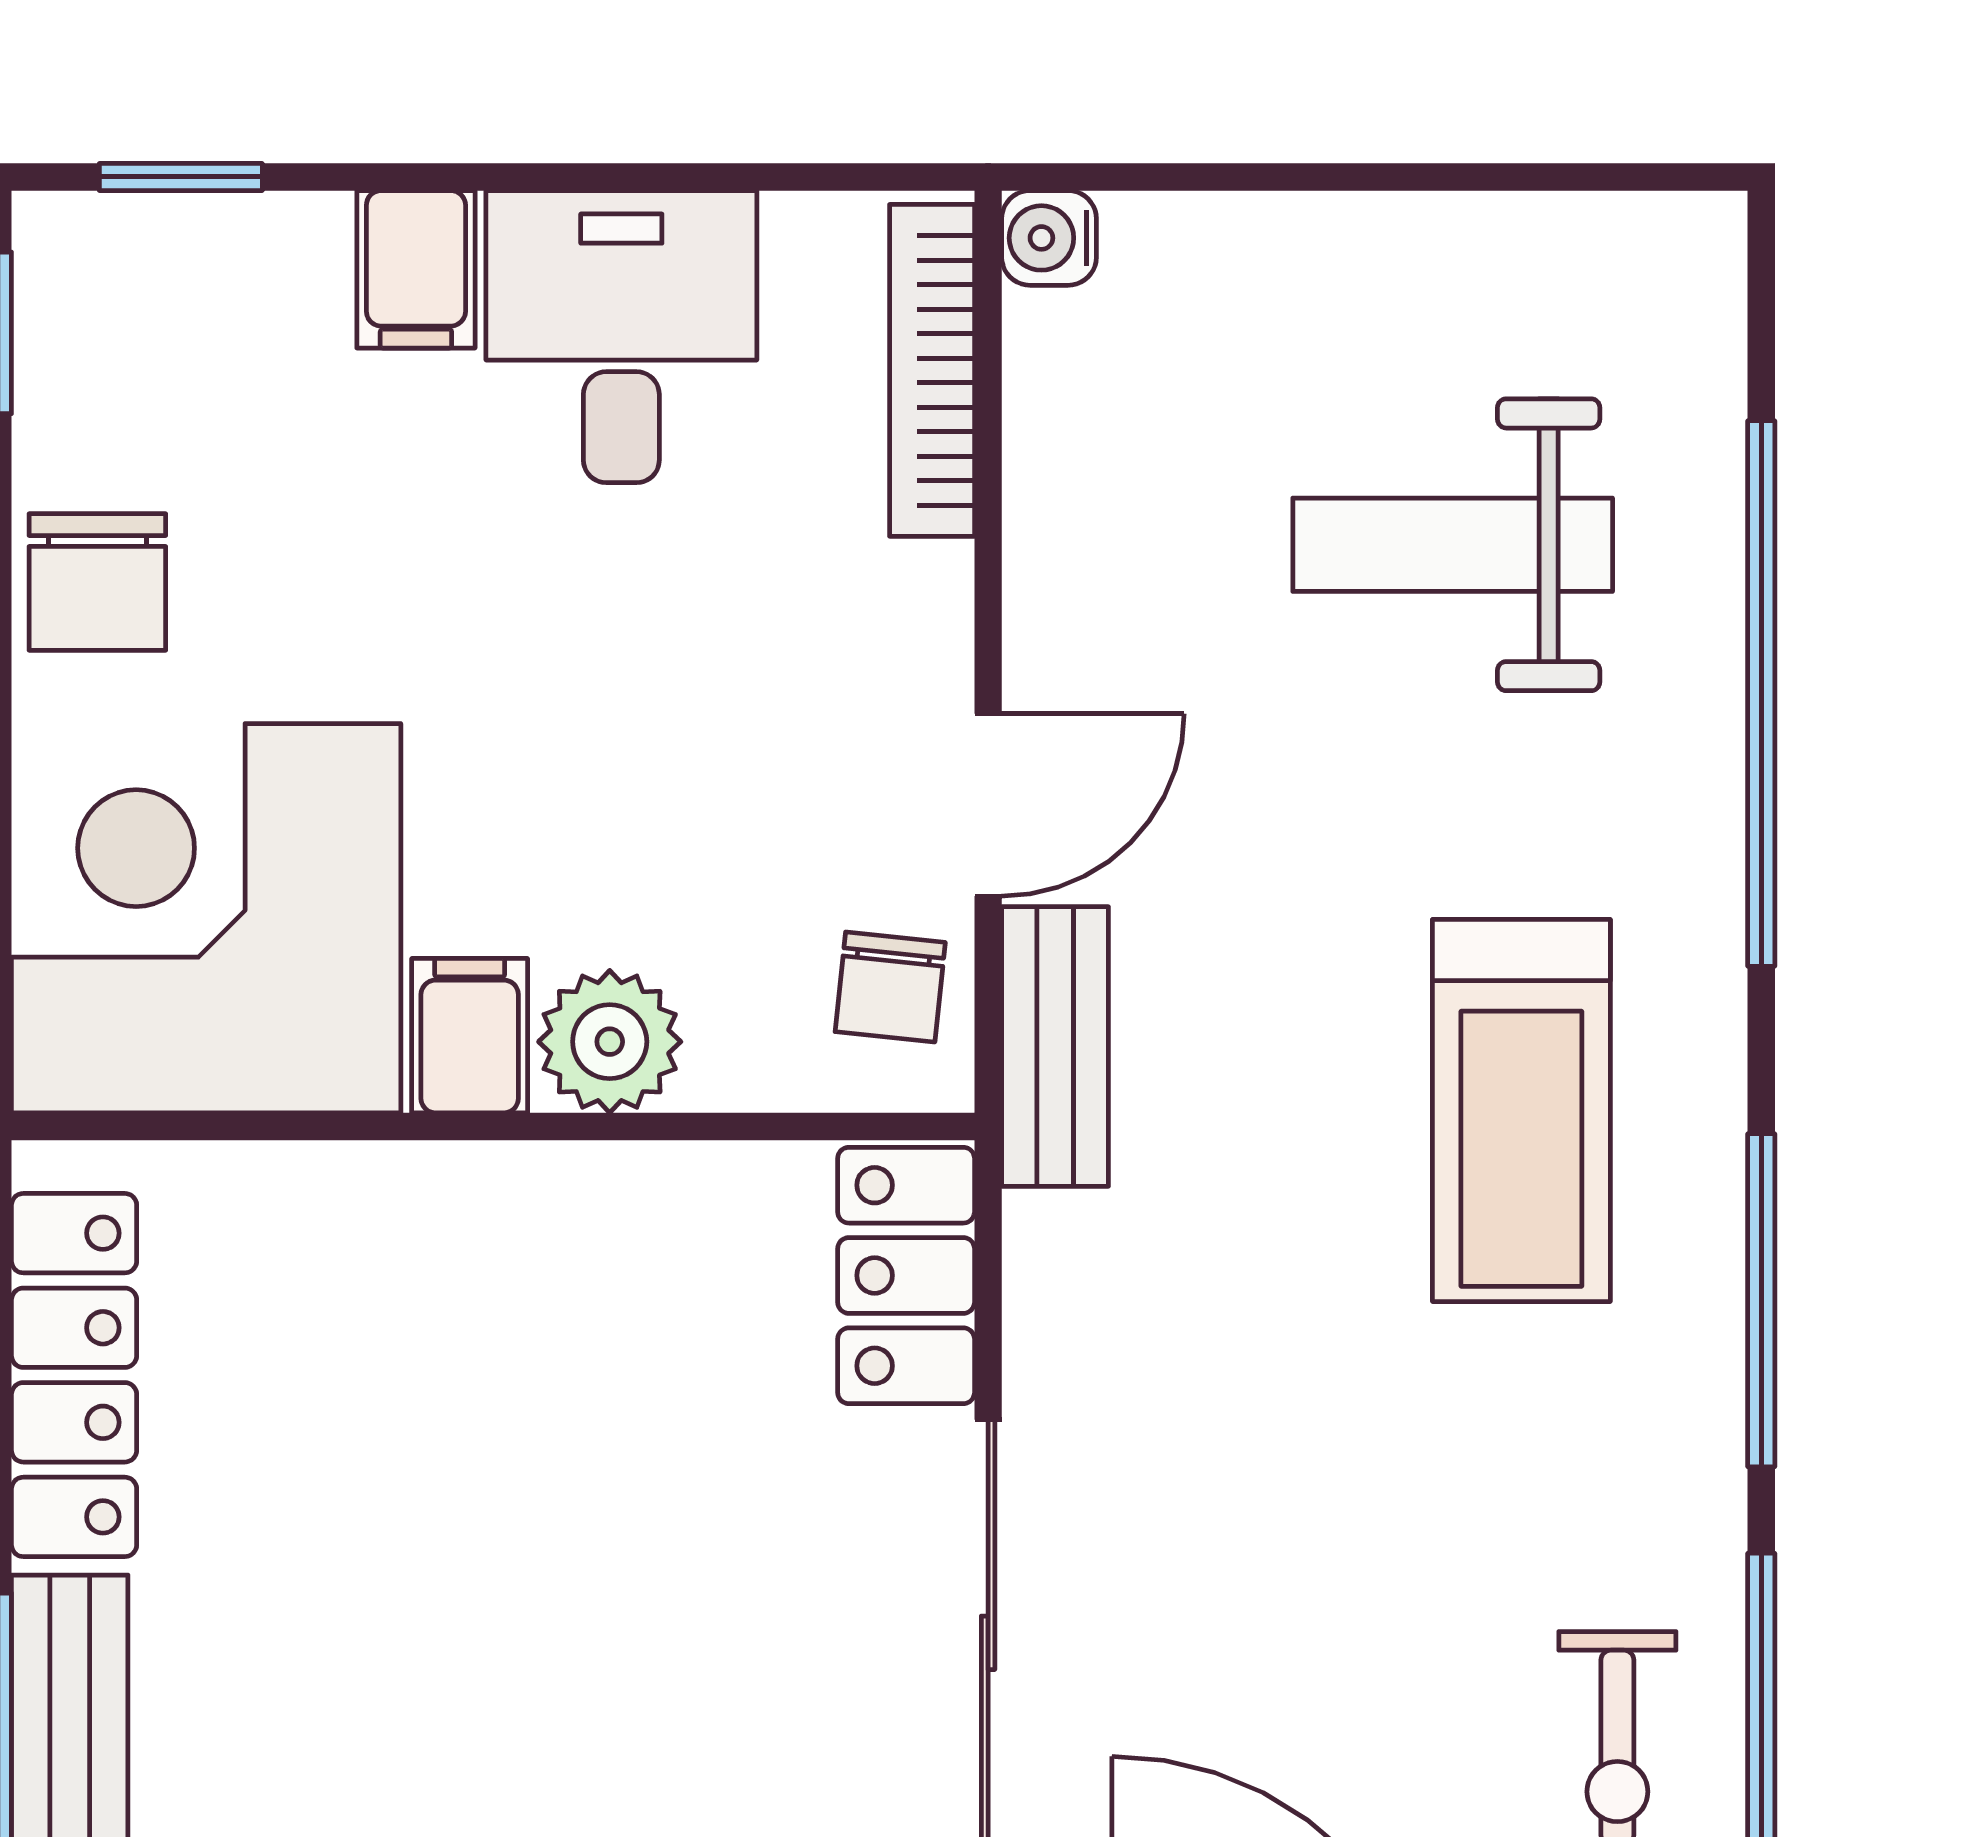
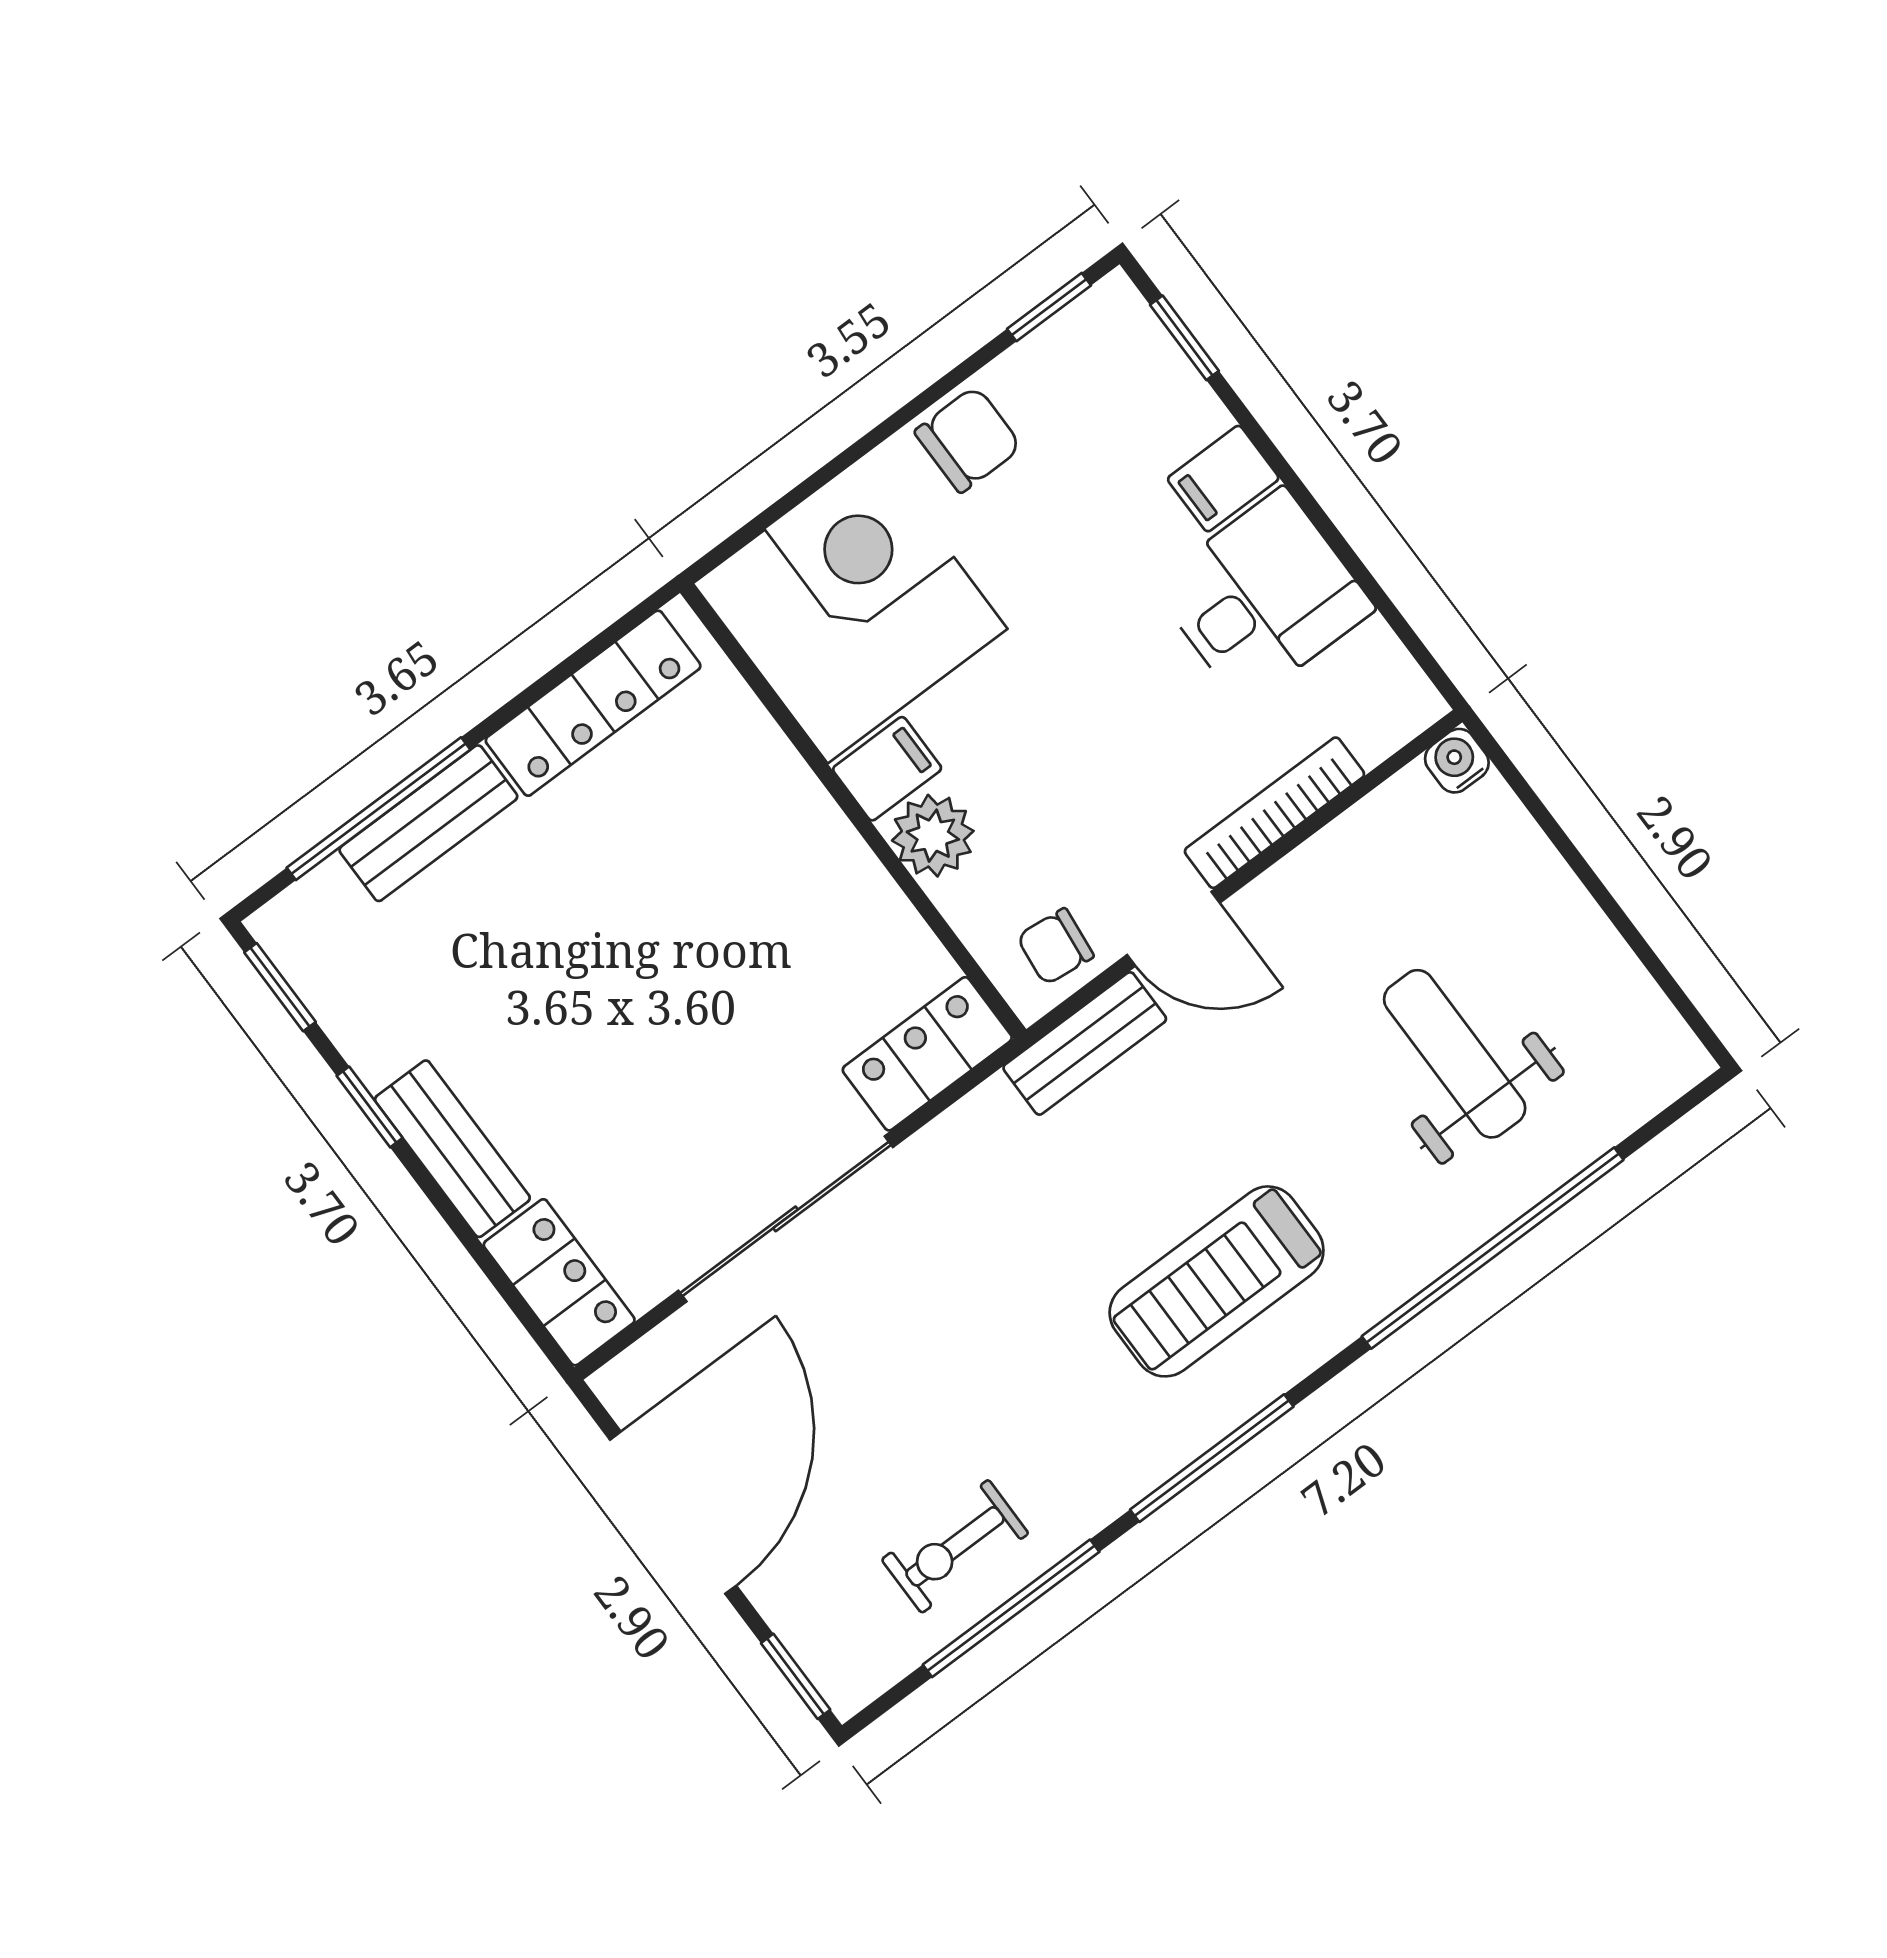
bookcase: (932, 370) -> (1274, 813), moved
chair: (97, 582) -> (968, 439), turned 180

